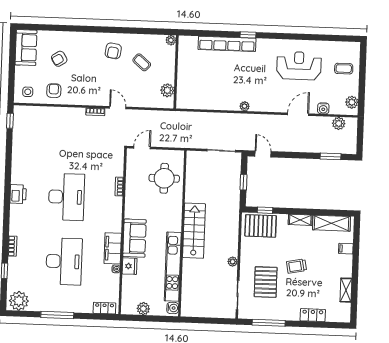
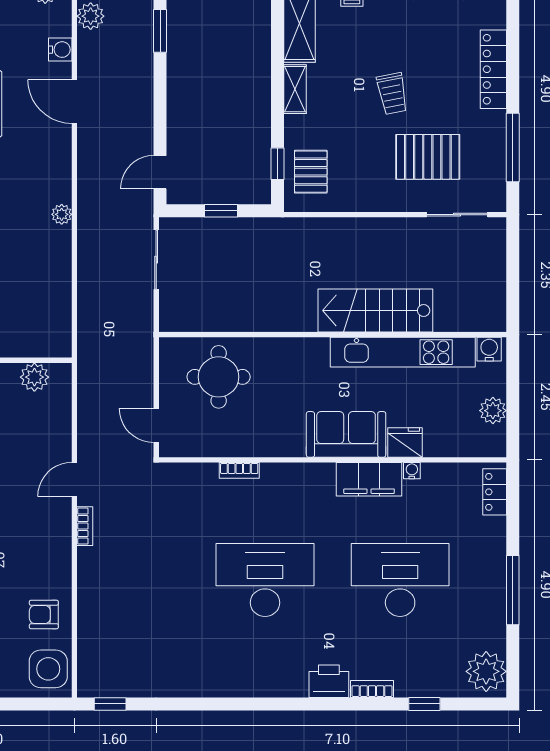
side table: (28, 92) -> (48, 669), width x1.87, depth x1.87
printer: (18, 194) -> (329, 681), moved
pallet: (261, 226) -> (311, 172), width x0.67, depth x0.71
stairs: (194, 231) -> (375, 310), moved
plant: (233, 262) -> (388, 227), removed
locker: (313, 315) -> (493, 69), width x1.53

